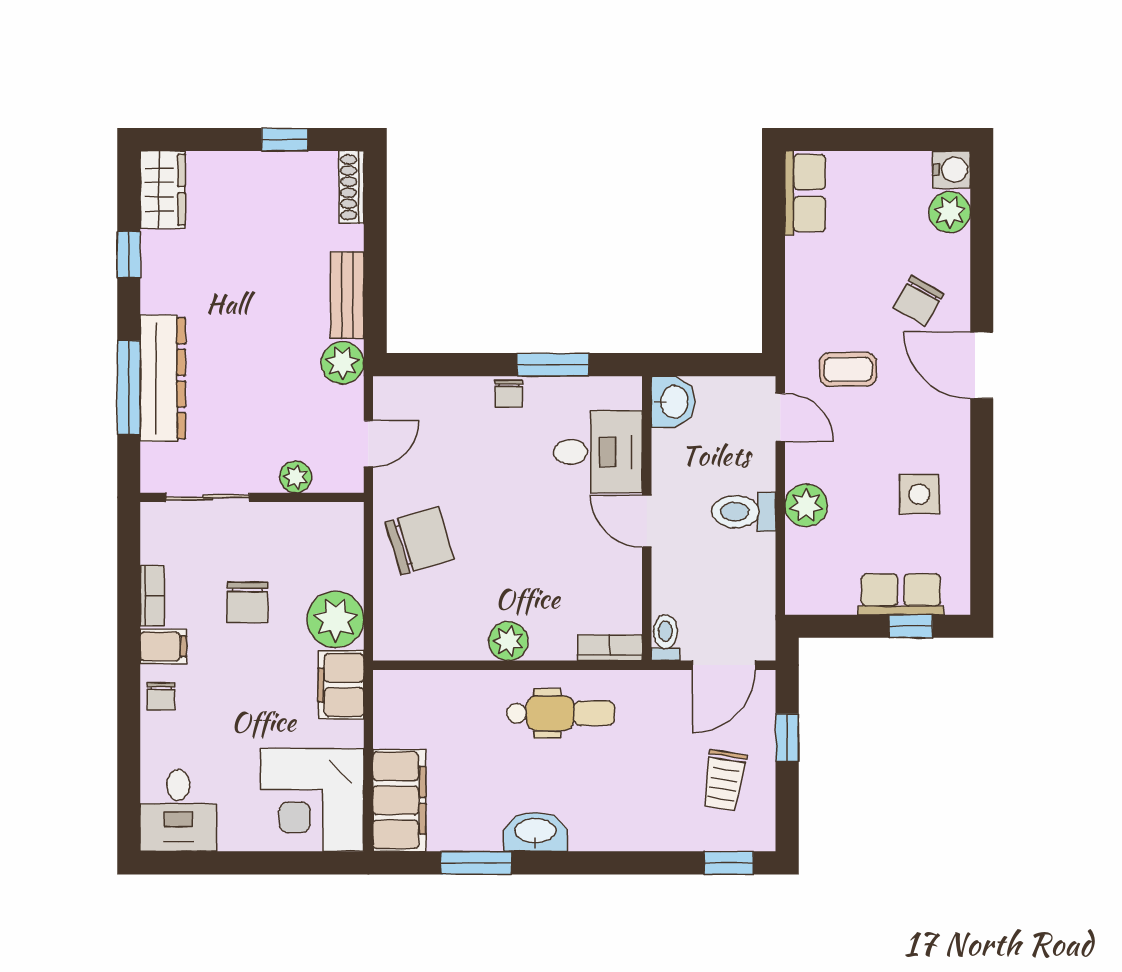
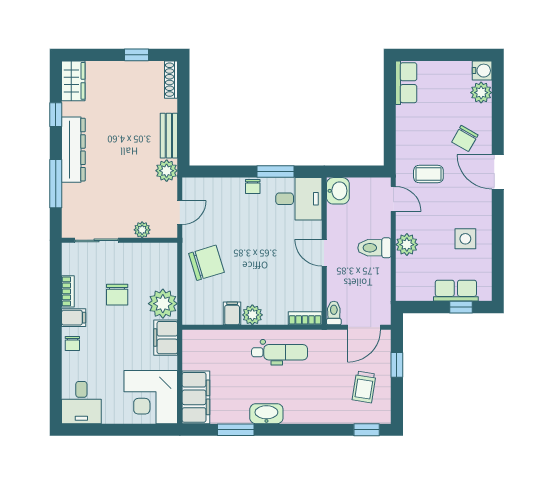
dresser: (163, 378) -> (73, 150), moved
desk: (598, 452) -> (299, 199), moved
filing cabinet: (469, 638) -> (232, 313), added

